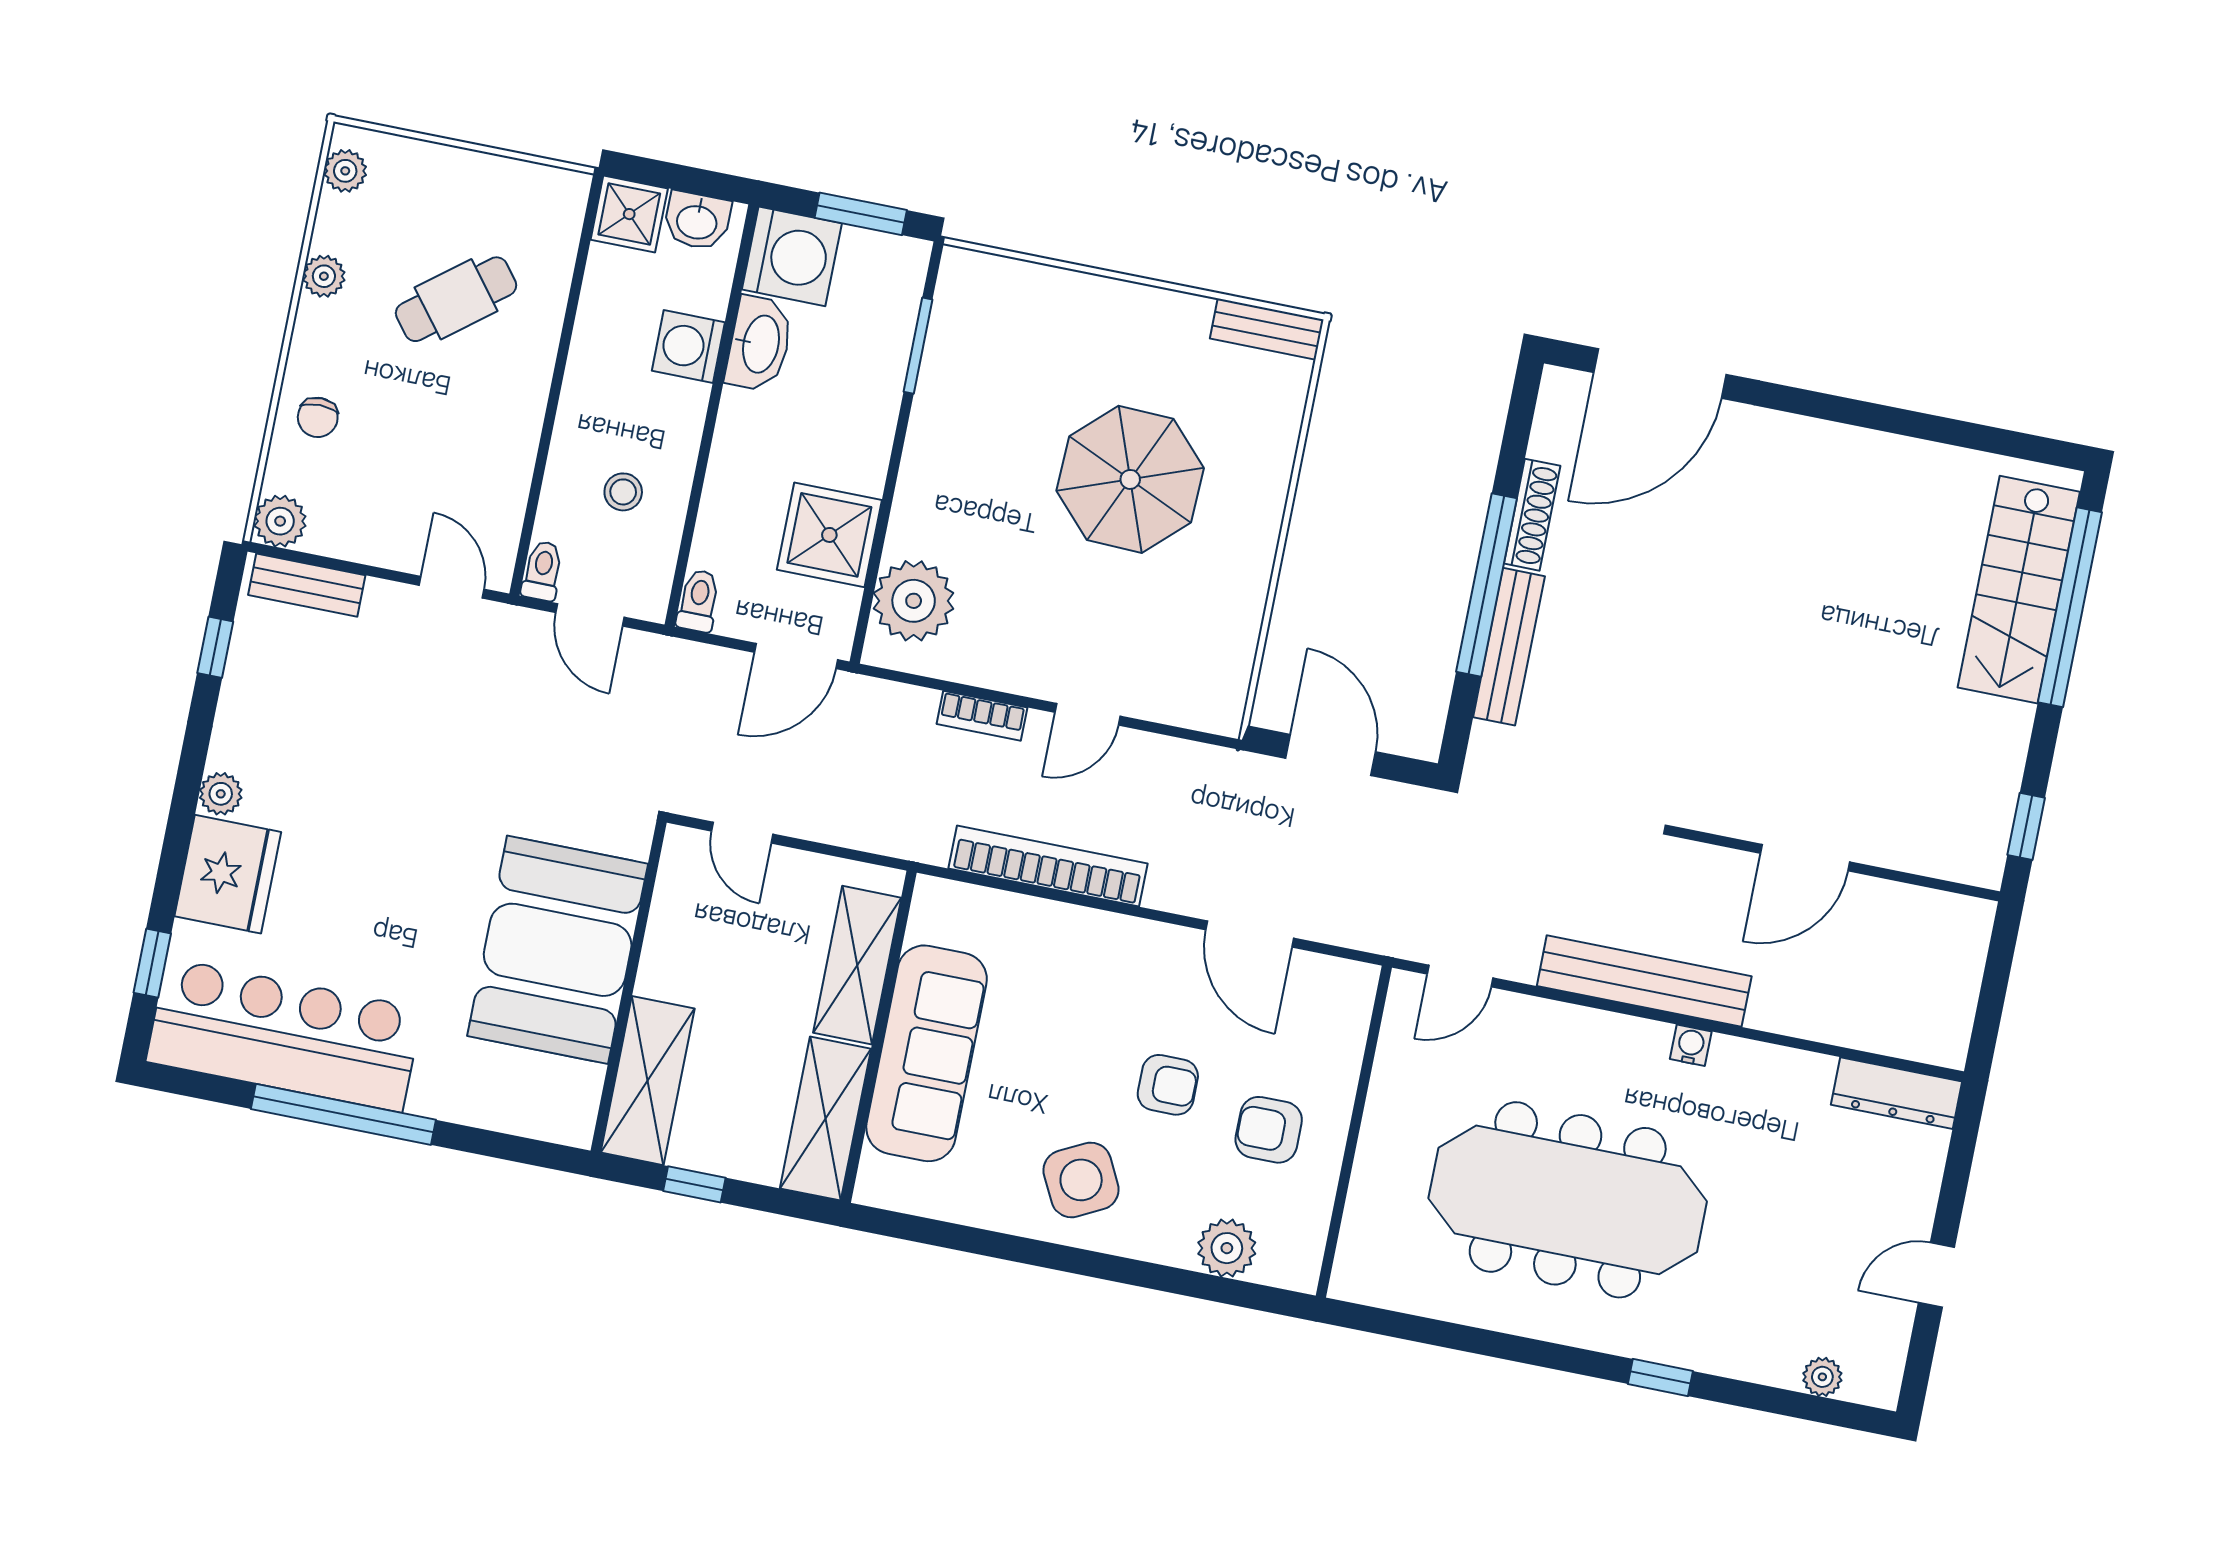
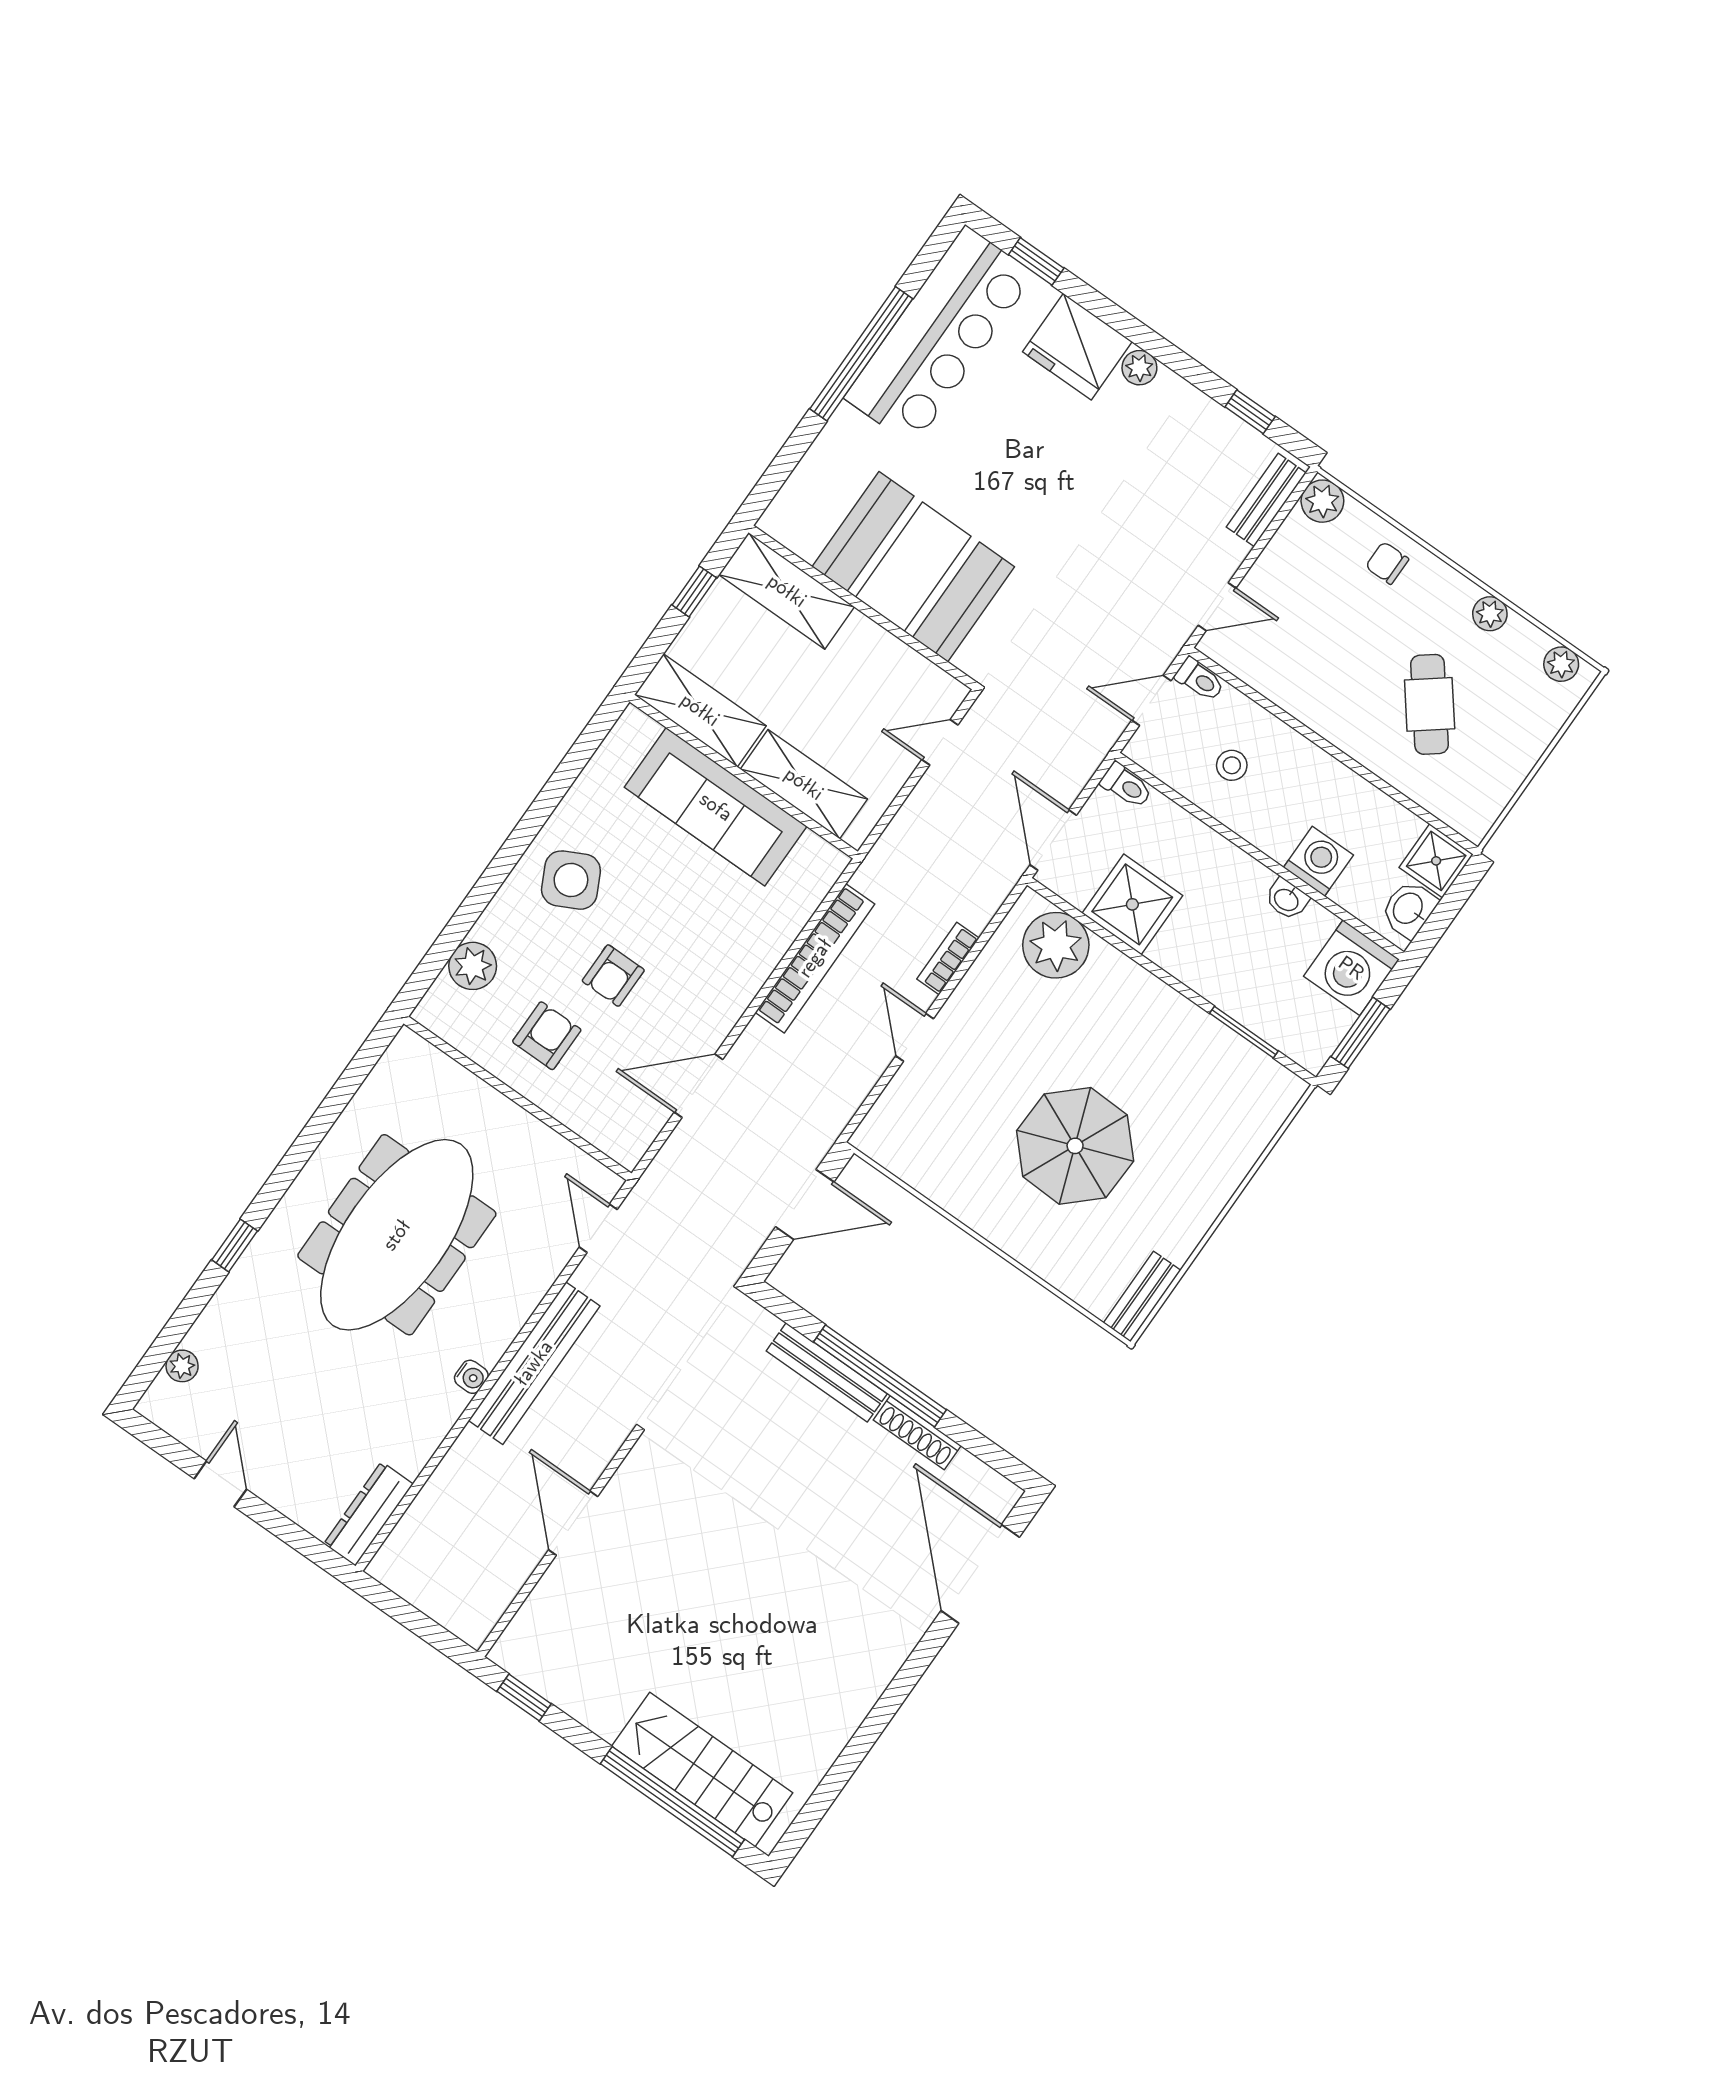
washbasin: (759, 344) -> (1287, 899), width x0.52, depth x0.69

